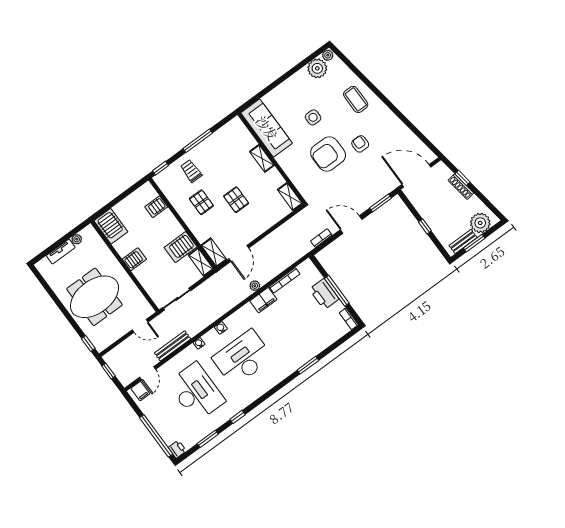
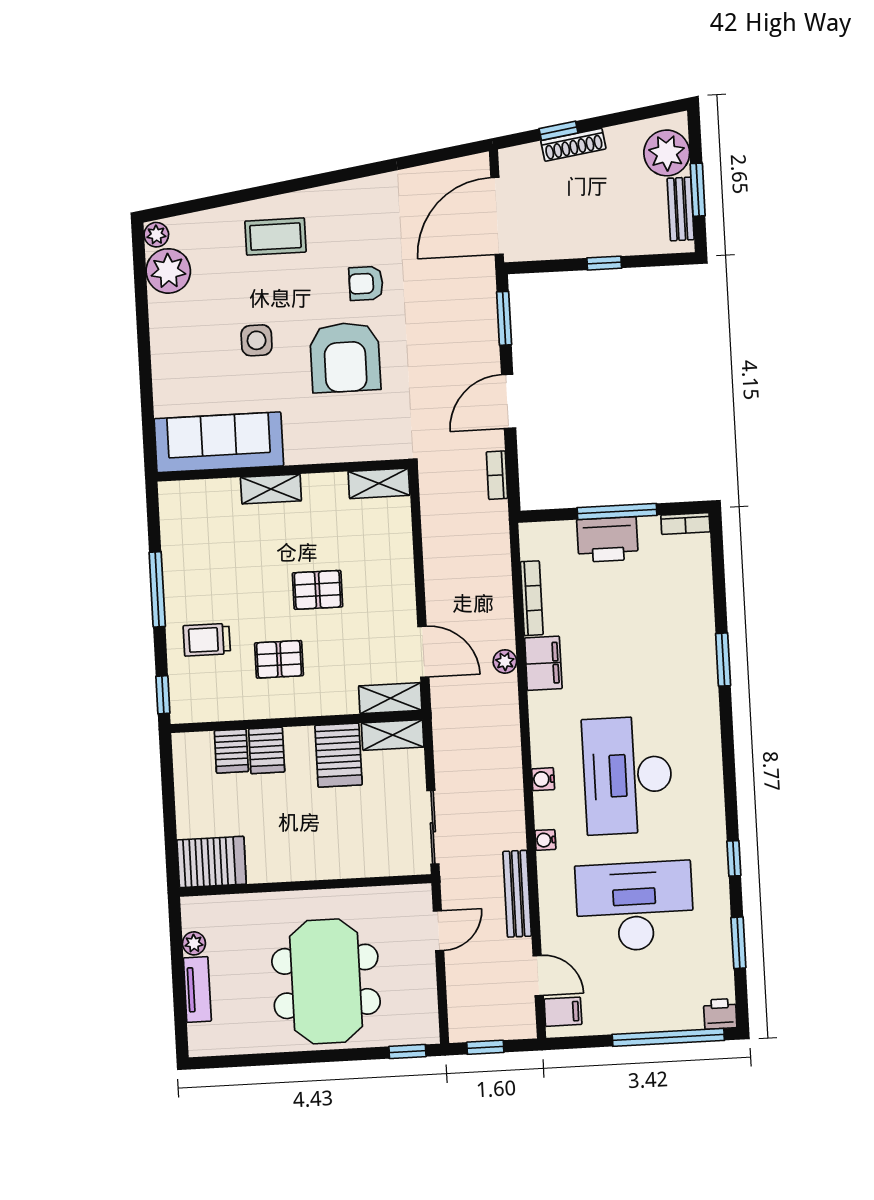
server rack: (134, 259) -> (267, 750), moved, turned 180

